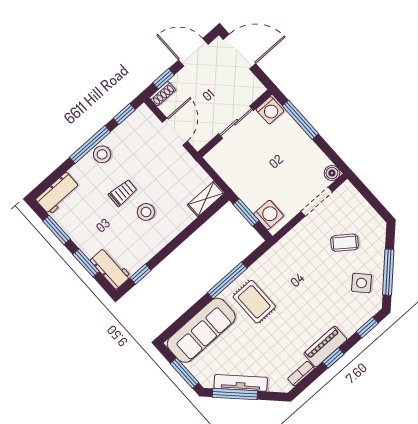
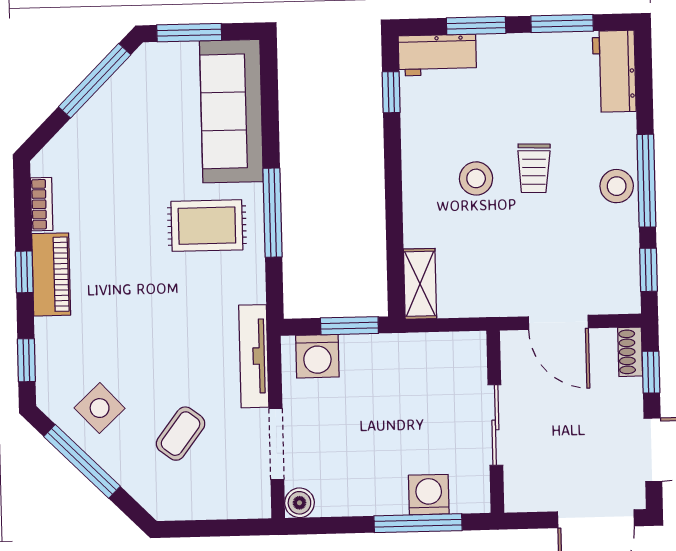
washing machine: (270, 110) -> (429, 495), moved, turned 90
tv unit: (241, 383) -> (254, 356), moved, turned 135

